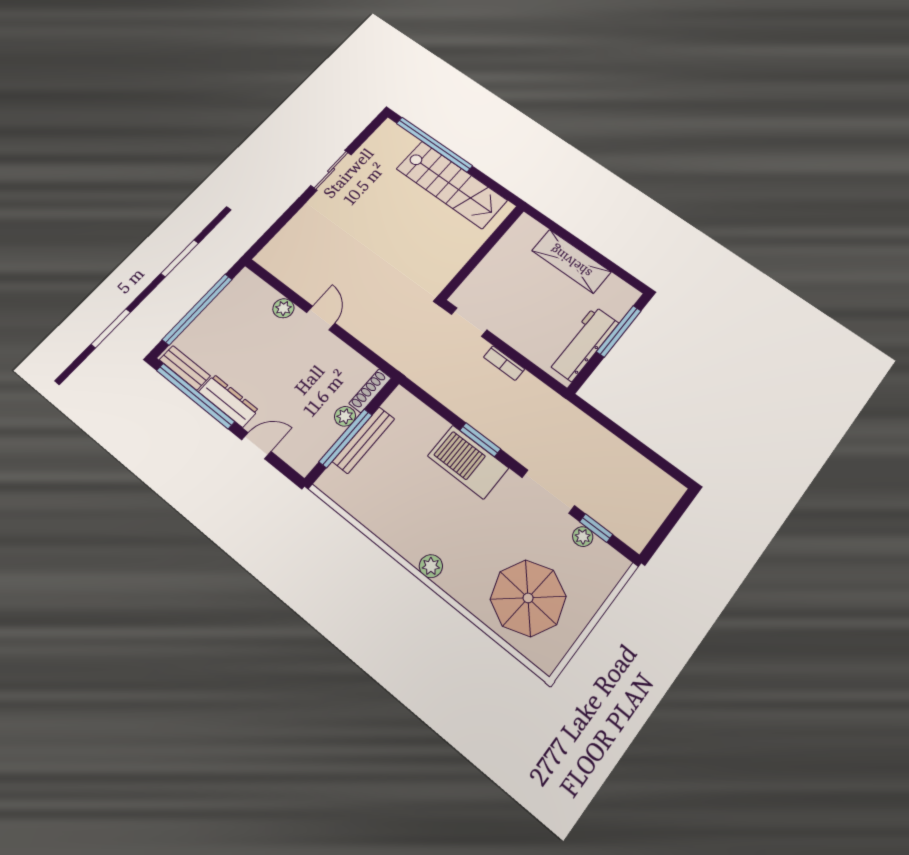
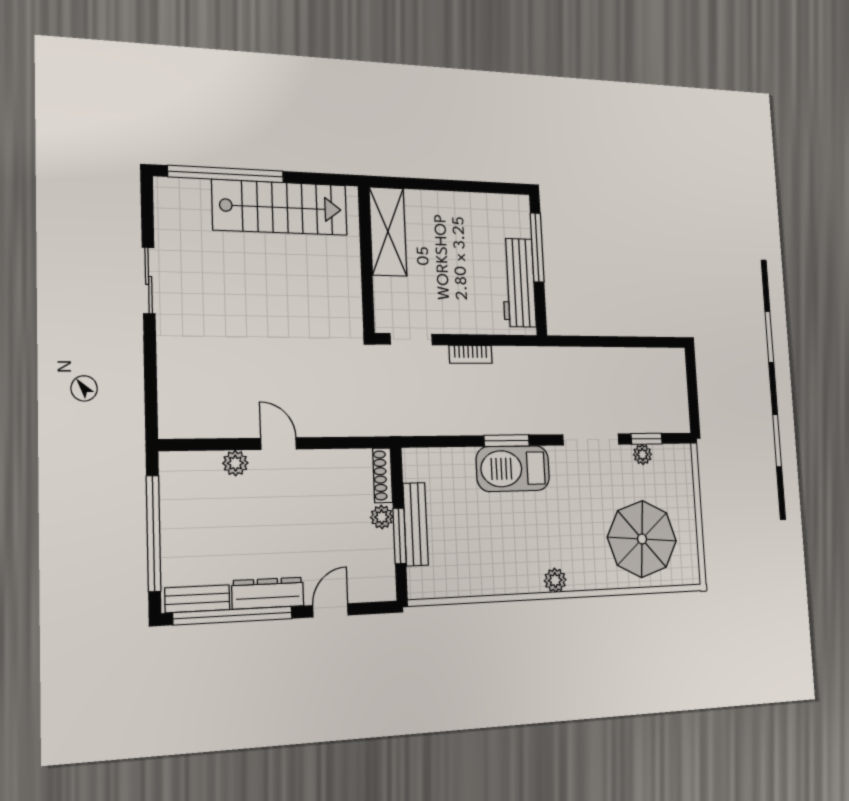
shelving: (571, 261) -> (388, 231), moved, turned 90
window: (346, 438) -> (399, 536), width x0.69

